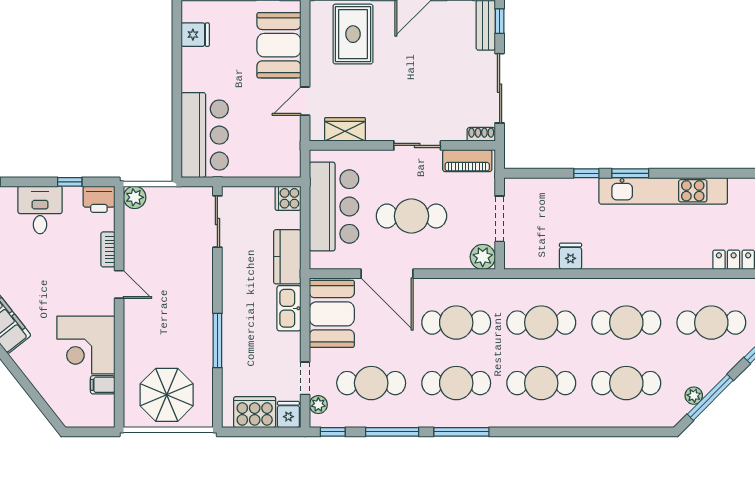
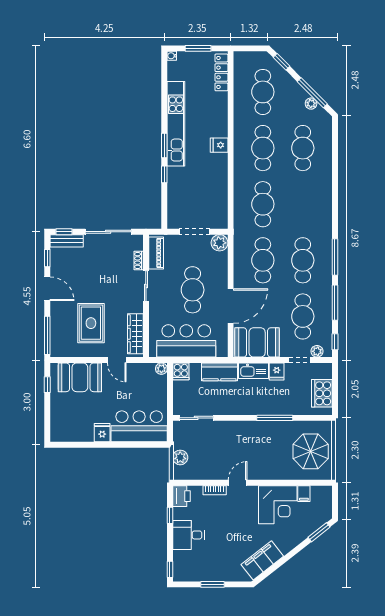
rug: (353, 34) -> (91, 323), moved, turned 90
fridge: (195, 35) -> (102, 433), moved
wardrobe: (345, 129) -> (135, 334), width x1.50
shoe rack: (481, 134) -> (139, 260), moved
plant: (292, 169) -> (161, 369), added
plant: (135, 197) -> (180, 457), moved
fridge: (571, 256) -> (219, 145), moved
cafe table: (541, 383) -> (303, 204), removed
window: (44, 408) -> (319, 532), added
fridge: (288, 415) -> (277, 372), moved, turned -90

